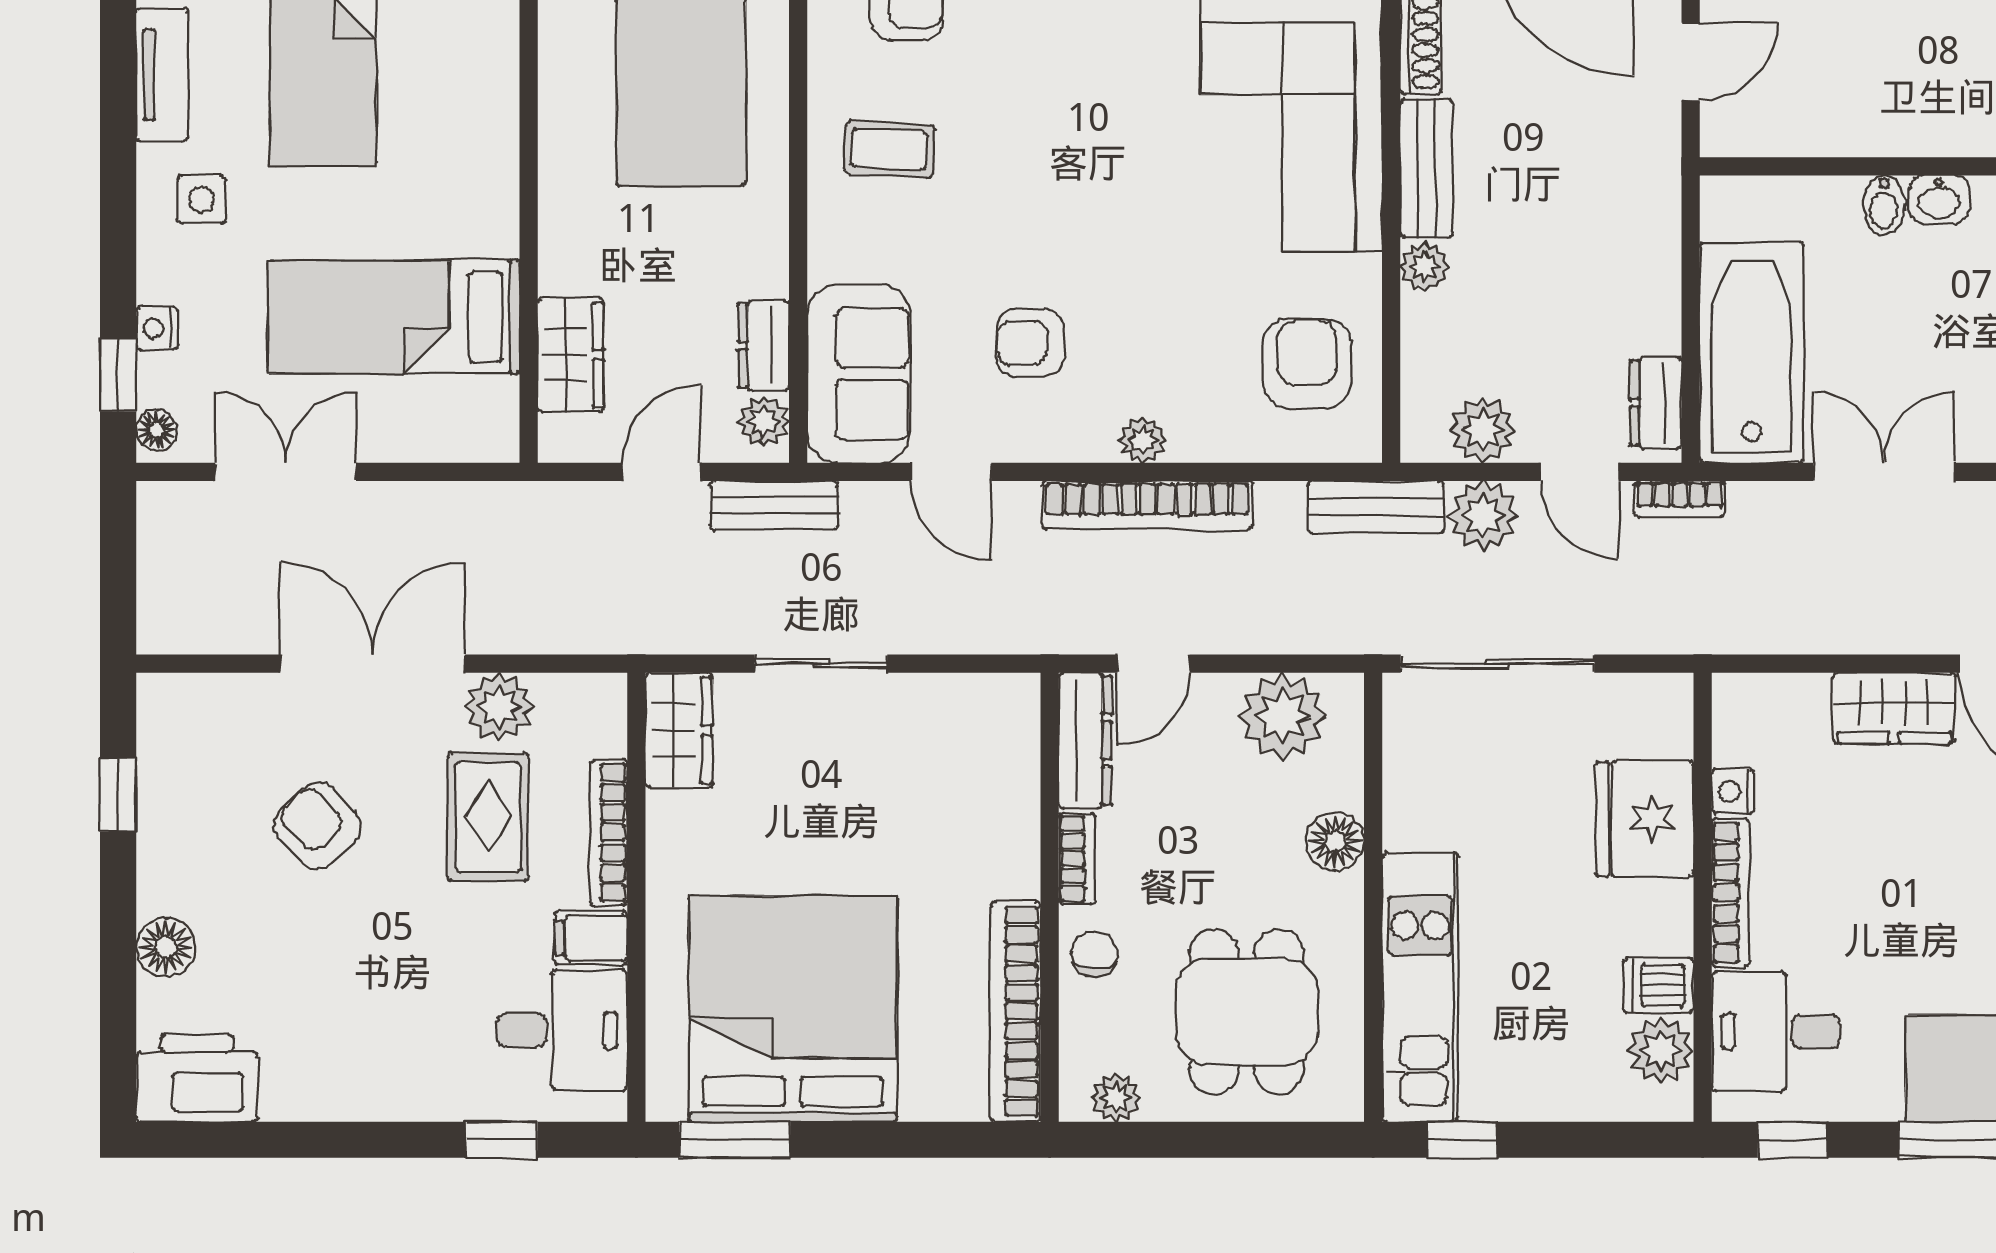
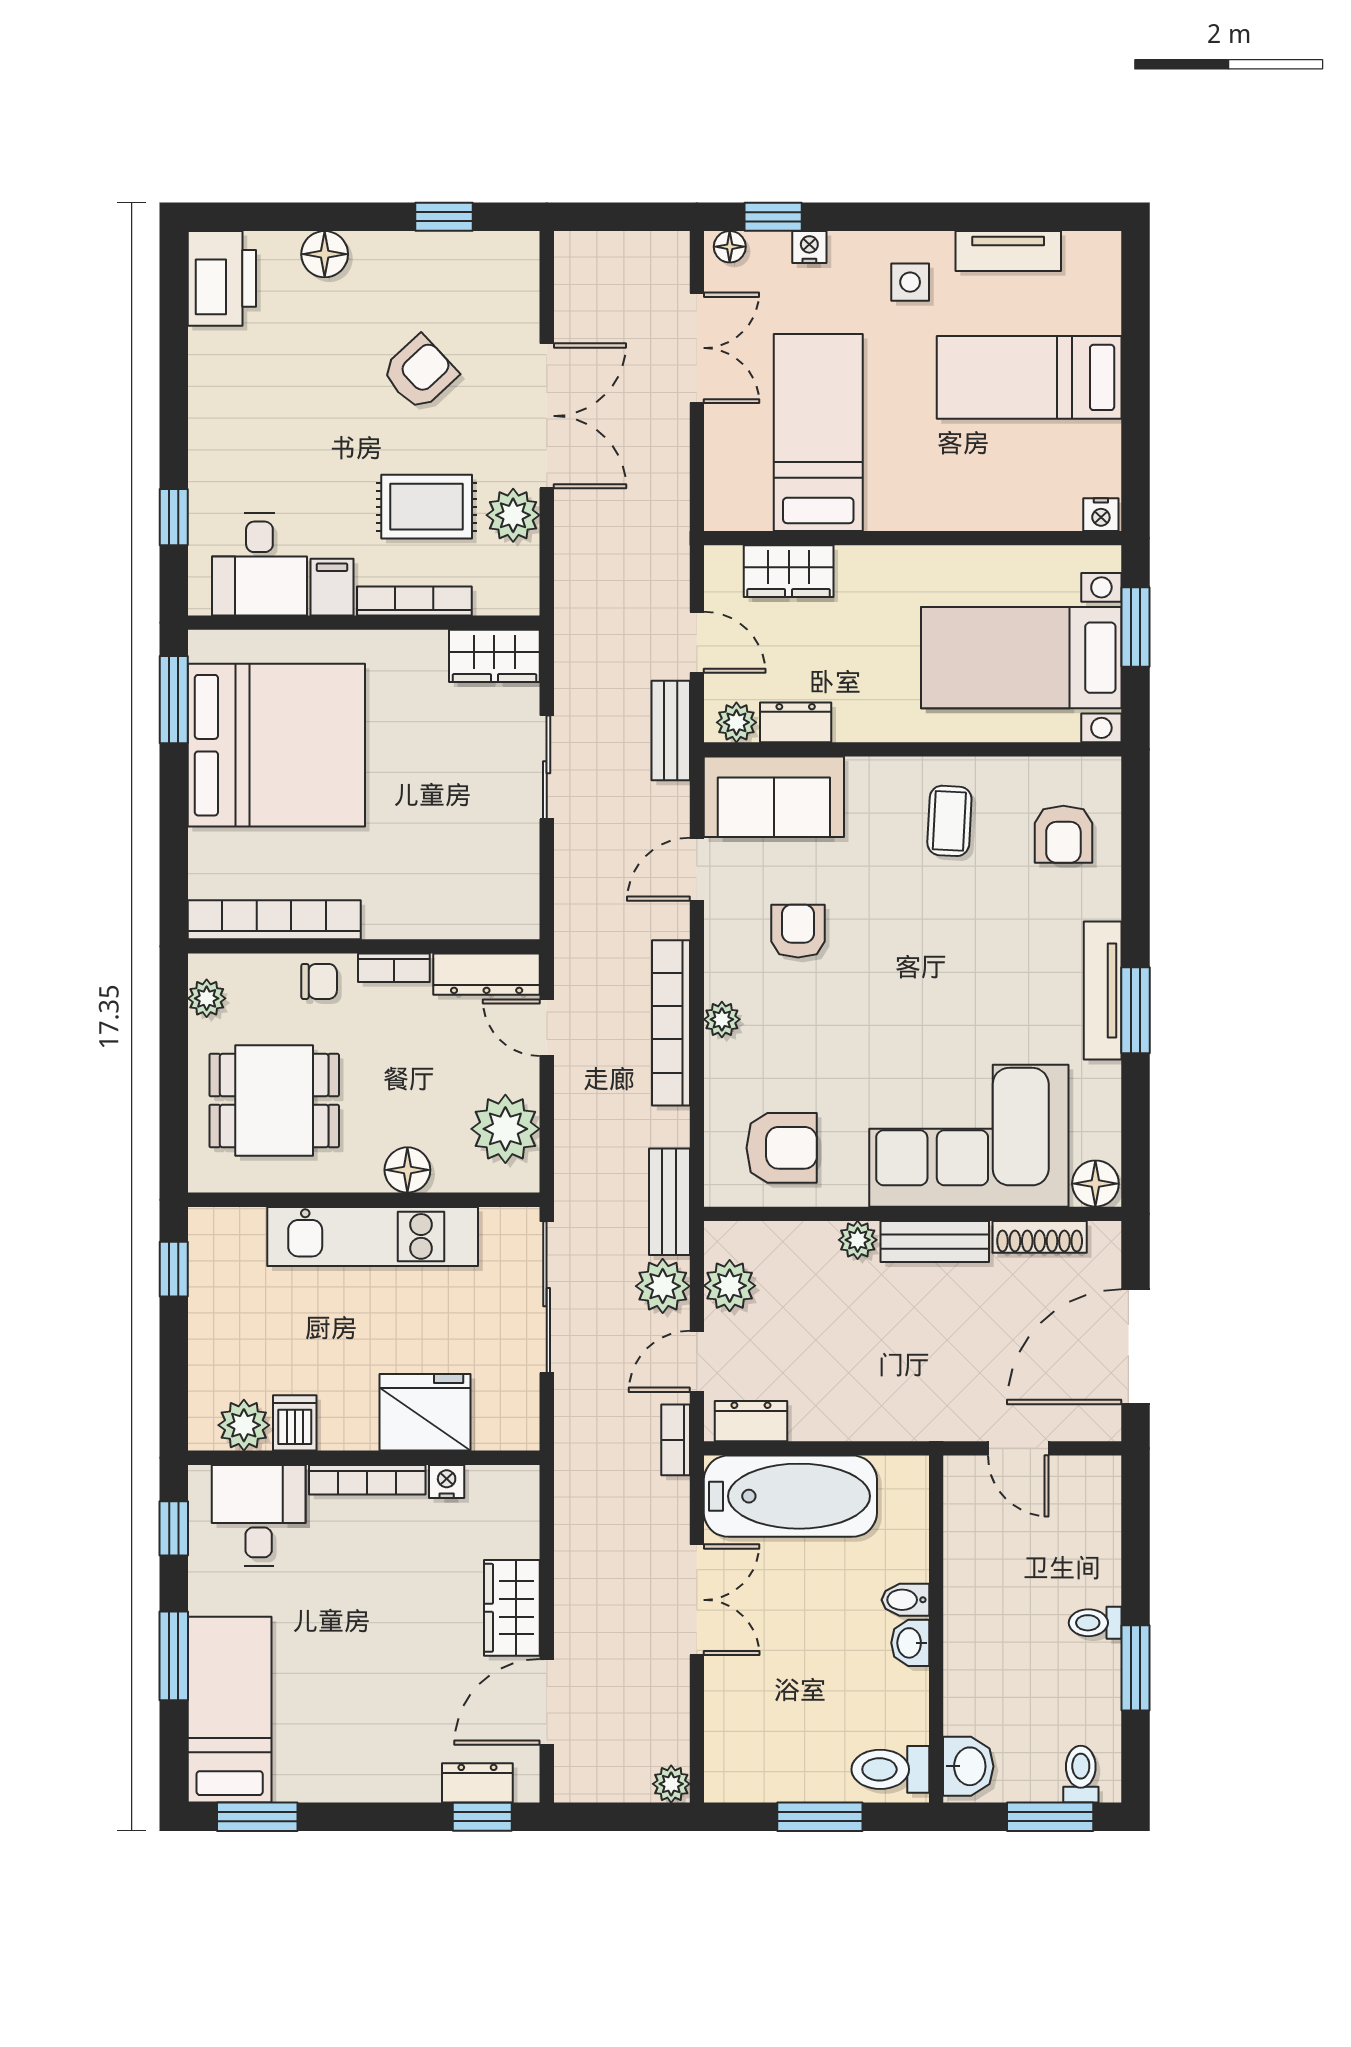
kitchen unit: (1420, 987) -> (373, 1236), moved

